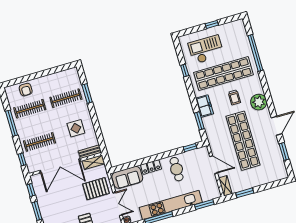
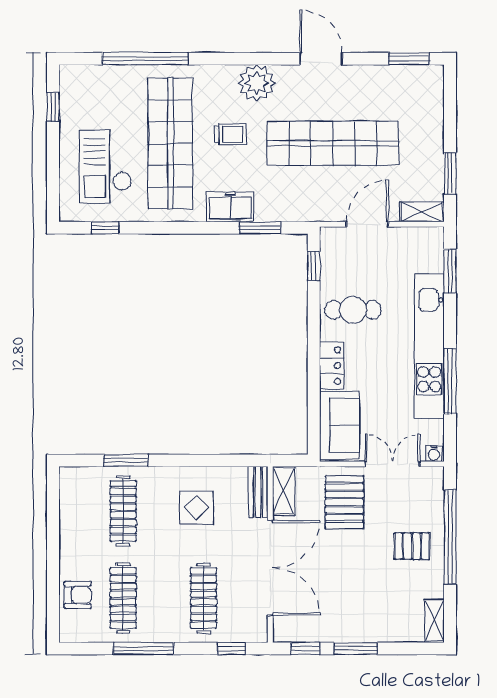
window: (212, 24) -> (53, 107), moved
window: (185, 71) -> (105, 228), moved
window: (284, 151) -> (409, 59), moved

